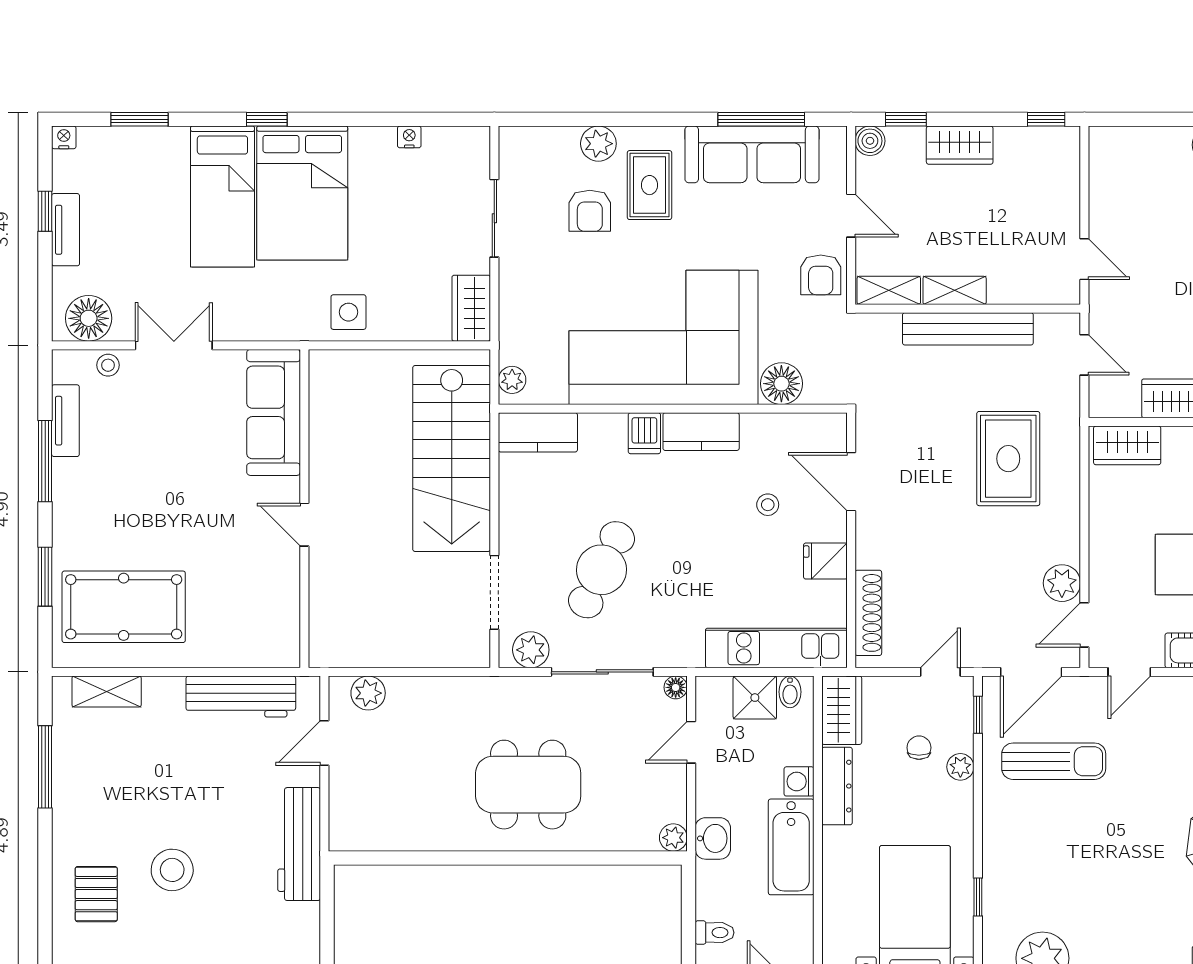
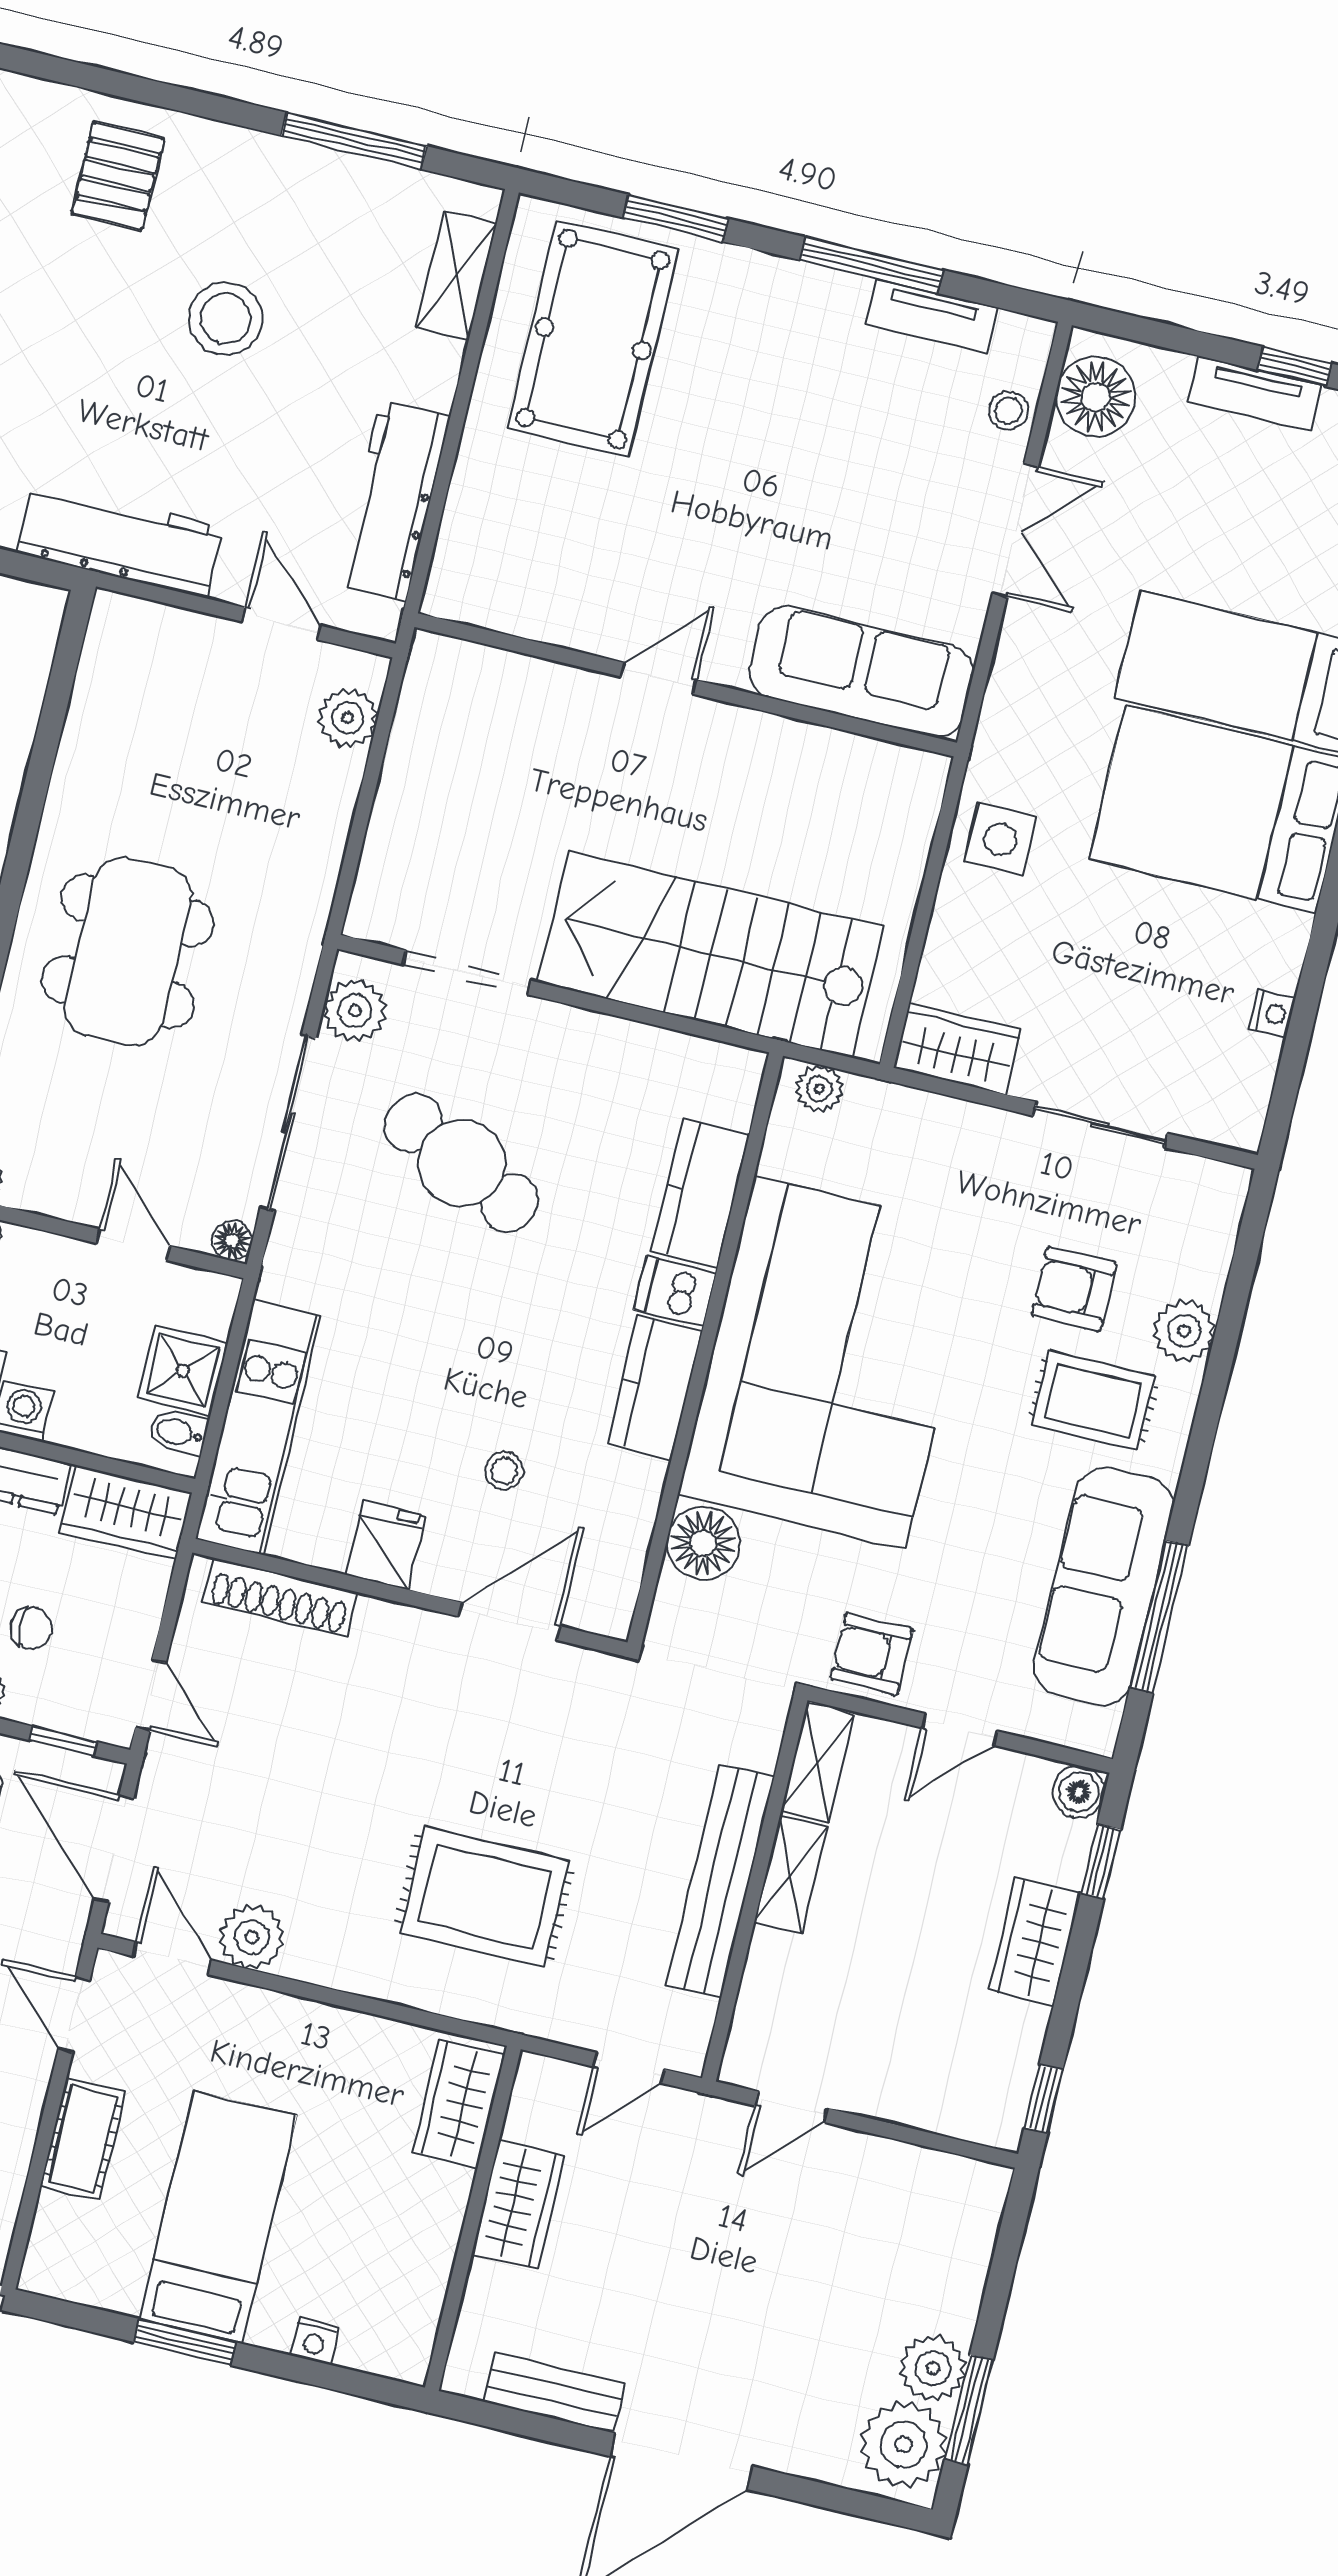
kitchen counter: (538, 432) -> (700, 1193), moved
stool: (172, 870) -> (226, 319), moved
pallet: (96, 894) -> (118, 176), turned 90

